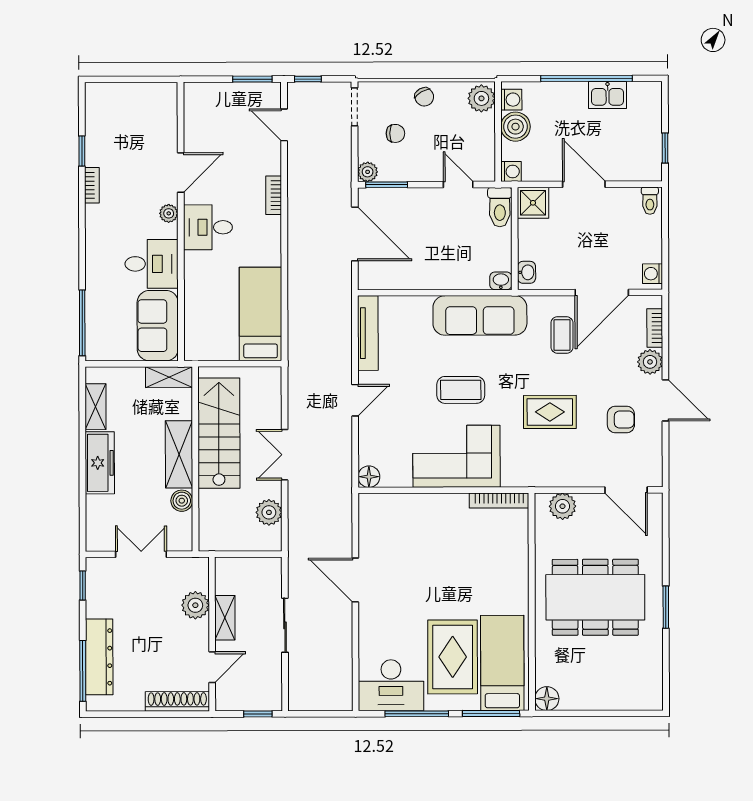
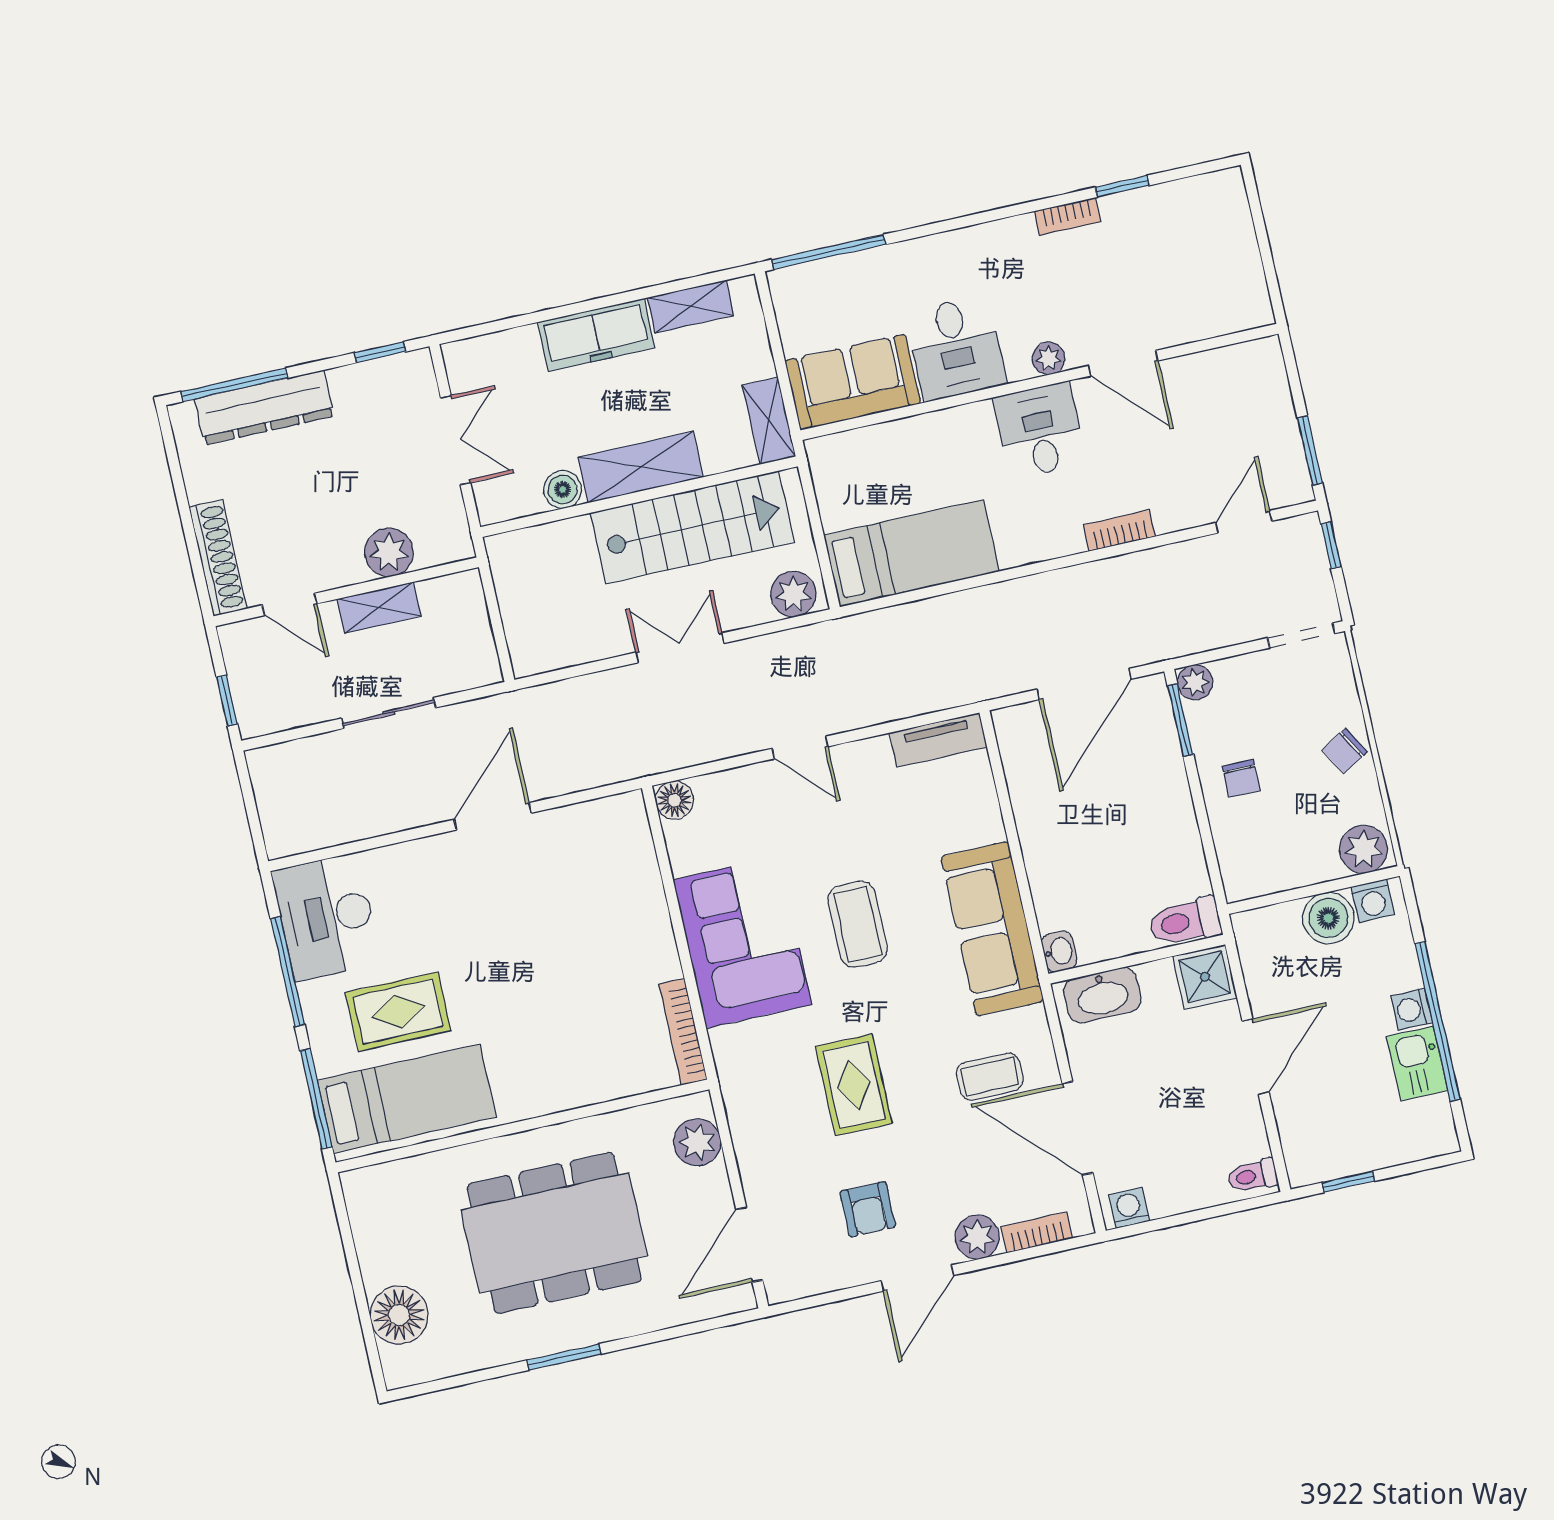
chair: (395, 133) -> (1241, 778), moved
washing machine: (511, 172) -> (1412, 1009), moved, turned 90
door: (458, 185) -> (1208, 842), removed
washbasin: (527, 272) -> (1102, 995), width x1.91, depth x1.45
tv unit: (368, 333) -> (938, 740), width x0.71
plant: (269, 512) -> (793, 594), moved
dining table: (595, 597) -> (554, 1233), turned 90
rug: (453, 657) -> (398, 1012), width x0.73, depth x0.70
floor lamp: (547, 699) -> (399, 1315), moved, width x1.38, depth x1.38

